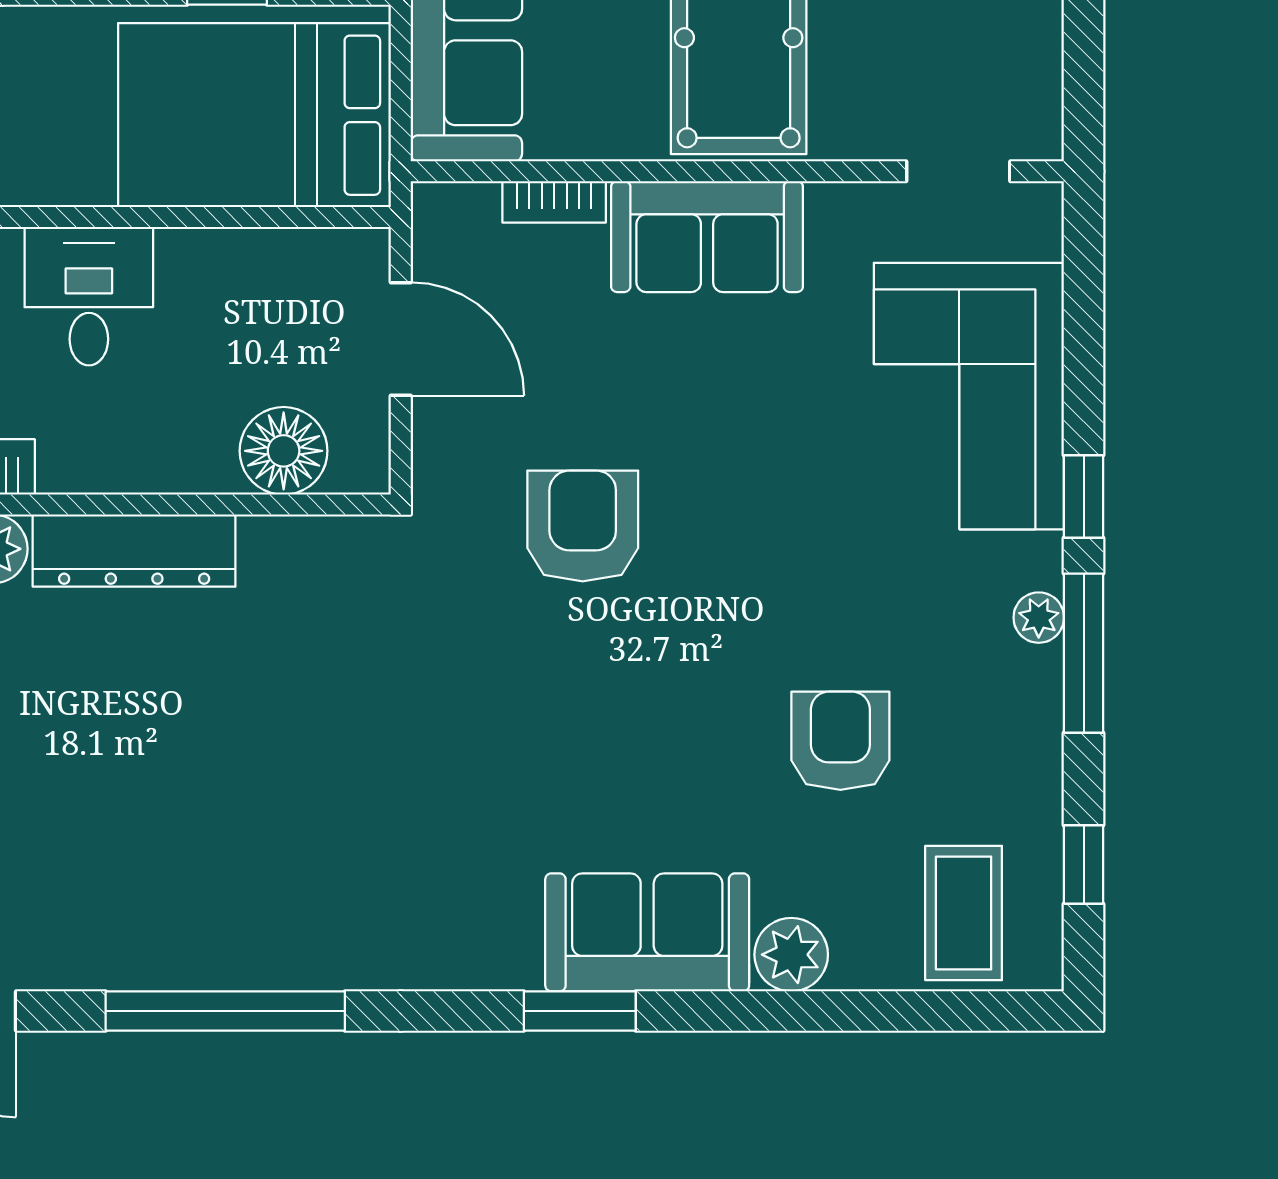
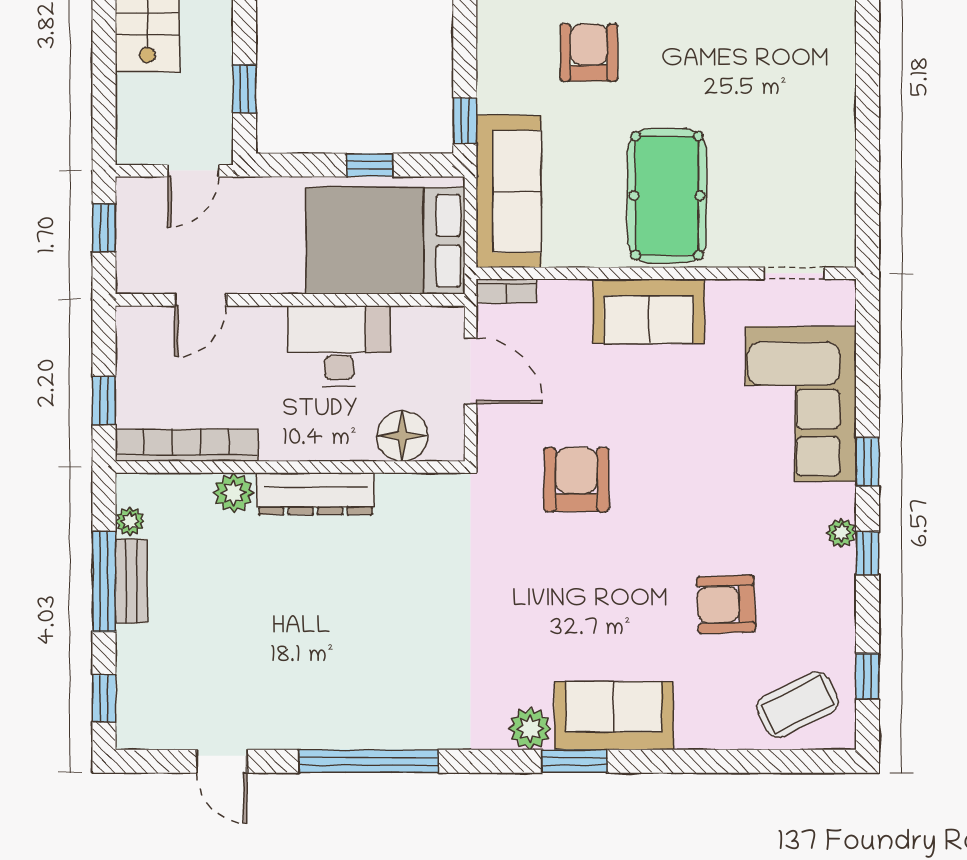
bookcase: (554, 202) -> (506, 291), moved
desk: (89, 296) -> (339, 346), moved, width x1.37
window: (1084, 653) -> (867, 553), width x0.46
armchair: (840, 741) -> (726, 604), turned -92
coffee table: (964, 913) -> (798, 704), turned 64
plant: (791, 955) -> (530, 729), moved

